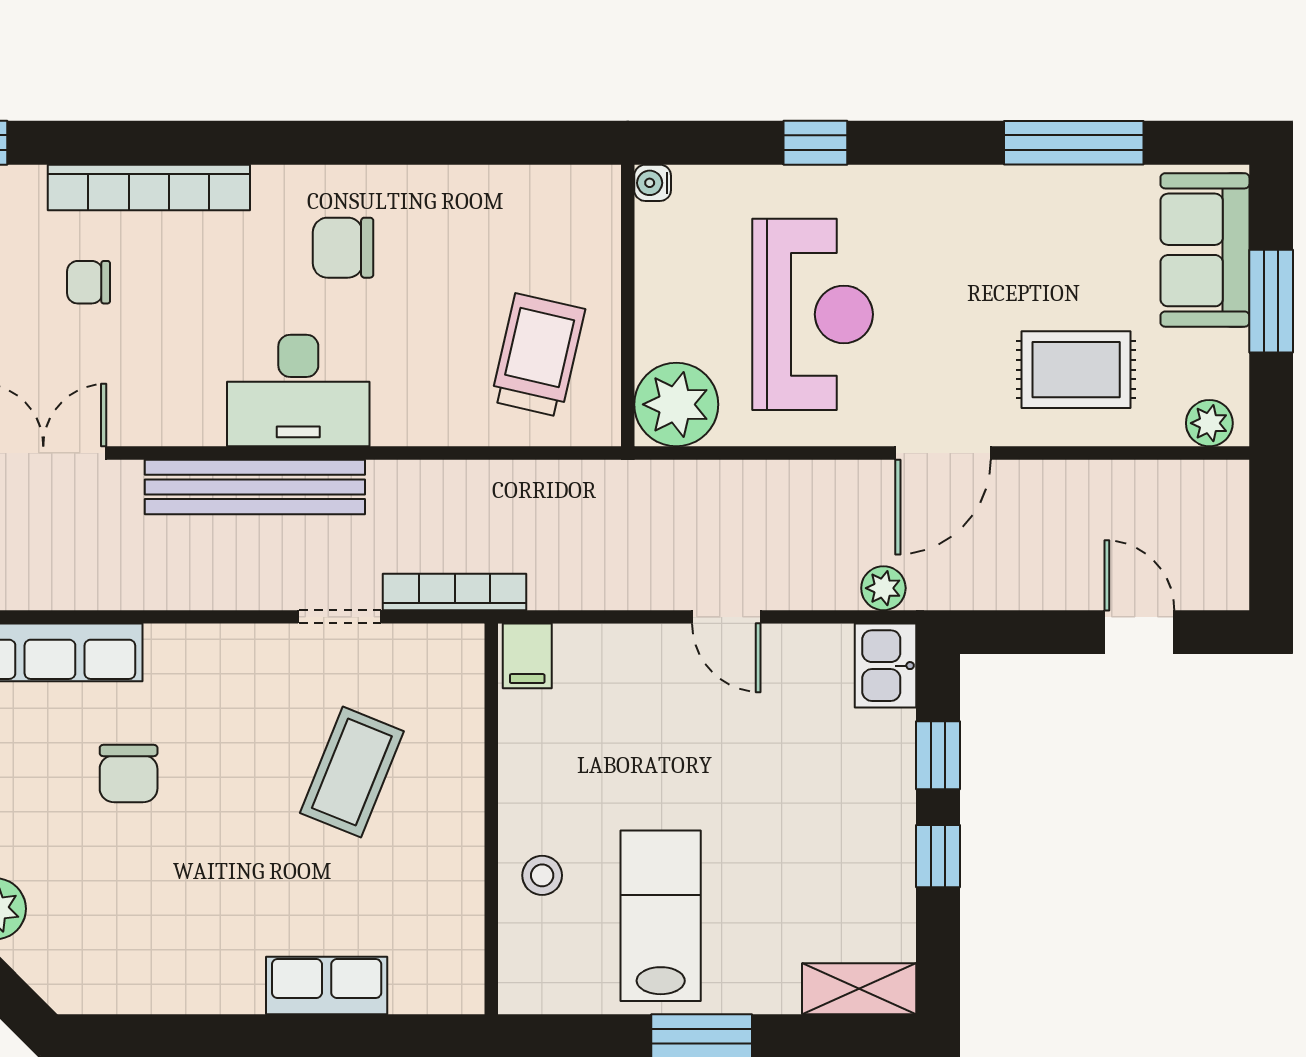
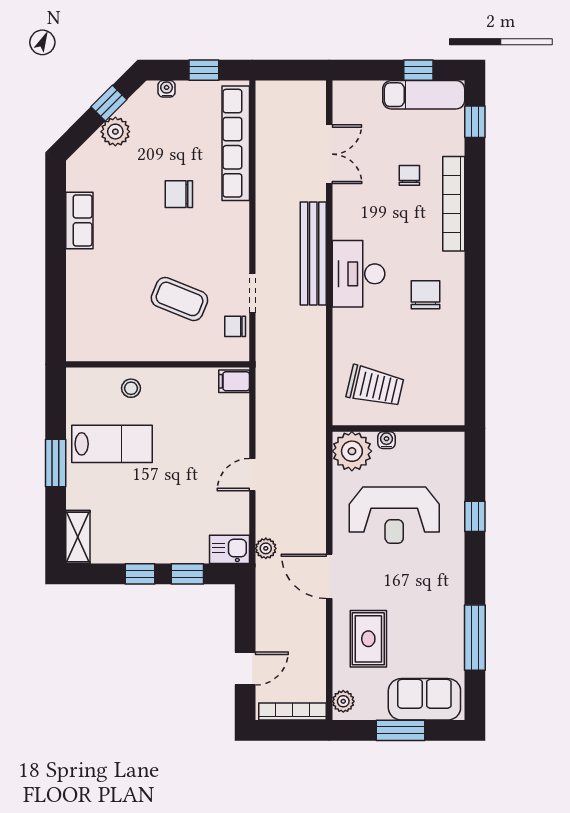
water cooler: (653, 183) -> (387, 440), moved
bookcase: (455, 592) -> (293, 711), moved, turned -90
chair: (410, 653) -> (235, 326), added
row of seats: (327, 985) -> (79, 220), moved

